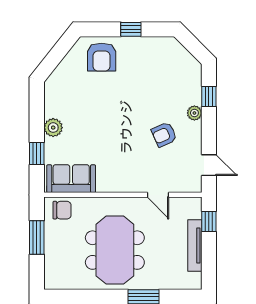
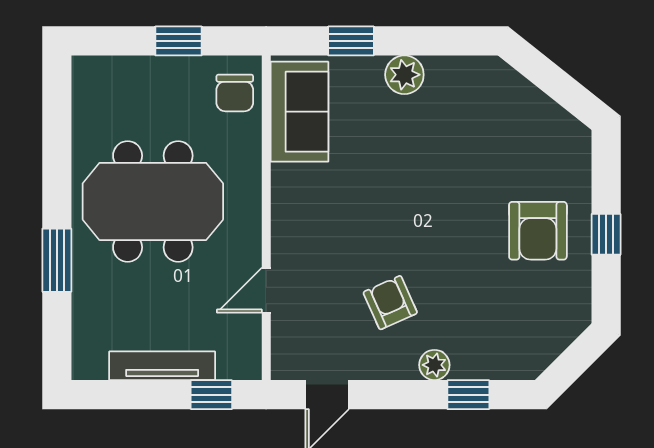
armchair: (102, 57) -> (538, 231), moved, turned -90
window: (37, 238) -> (179, 41), width x0.67

